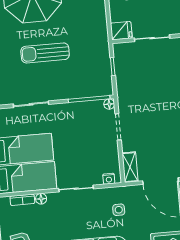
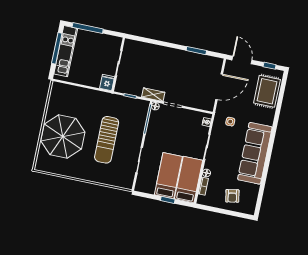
sun lounger: (45, 53) -> (107, 140), width x1.36, depth x1.34
shelving: (130, 167) -> (153, 95), moved

